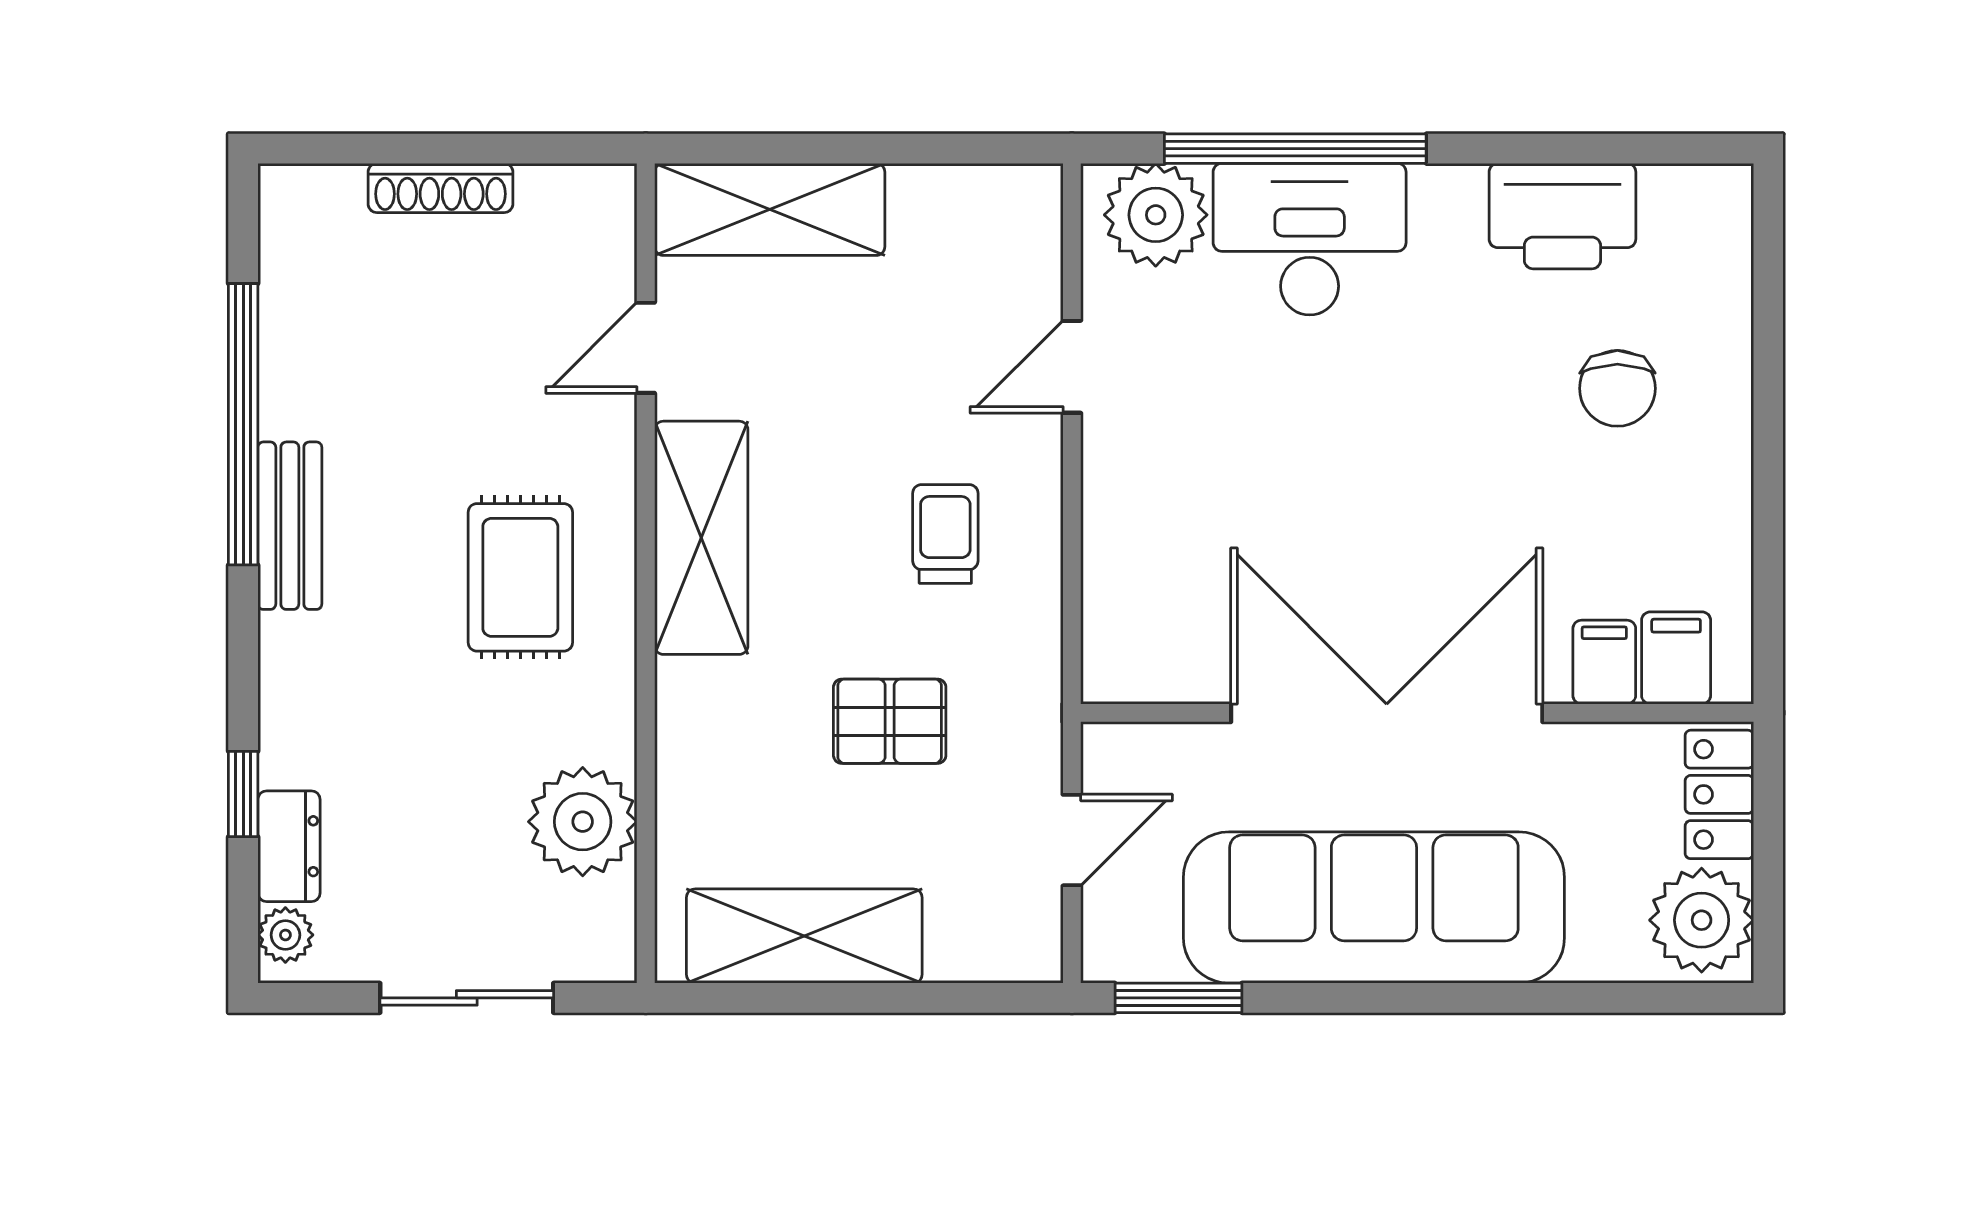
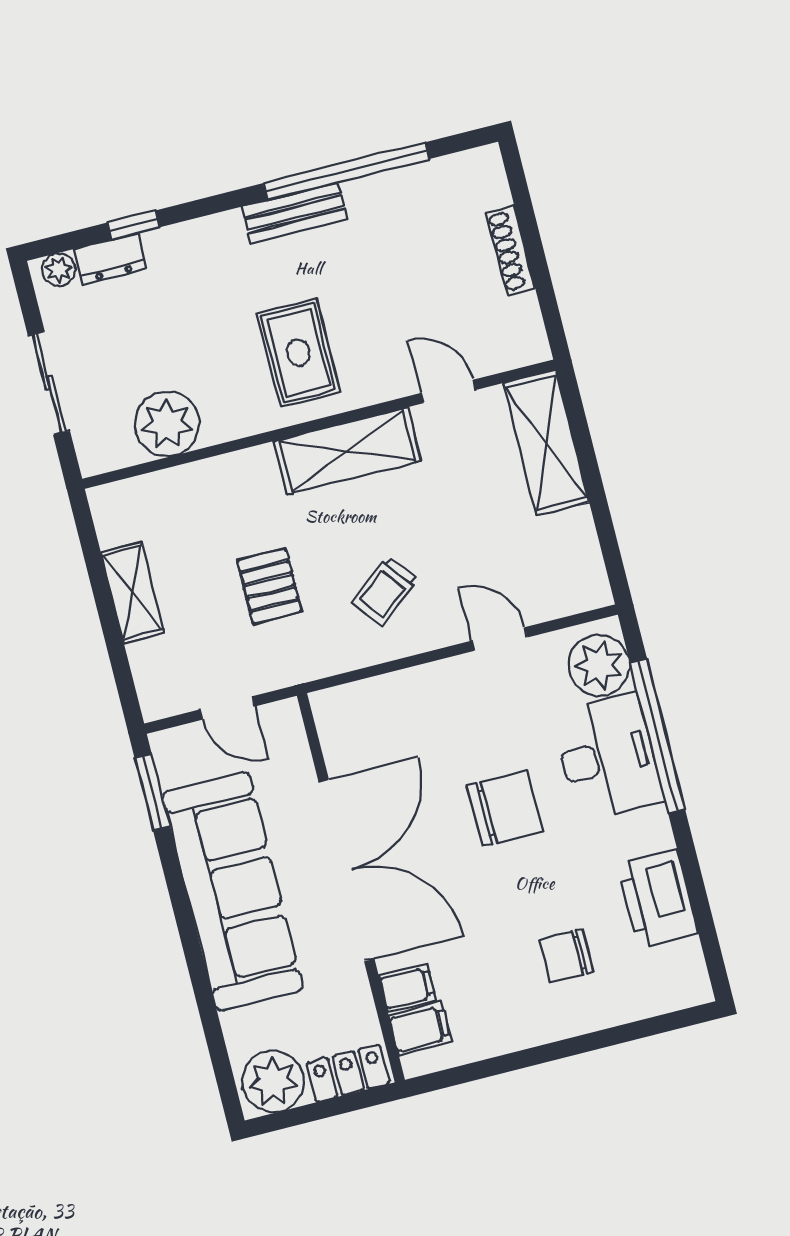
chair: (1351, 428) -> (505, 808), added
trolley: (945, 534) -> (385, 591), turned 142
rug: (520, 577) -> (298, 353), turned 90
shelving: (804, 936) -> (132, 592), width x0.67, depth x0.75

